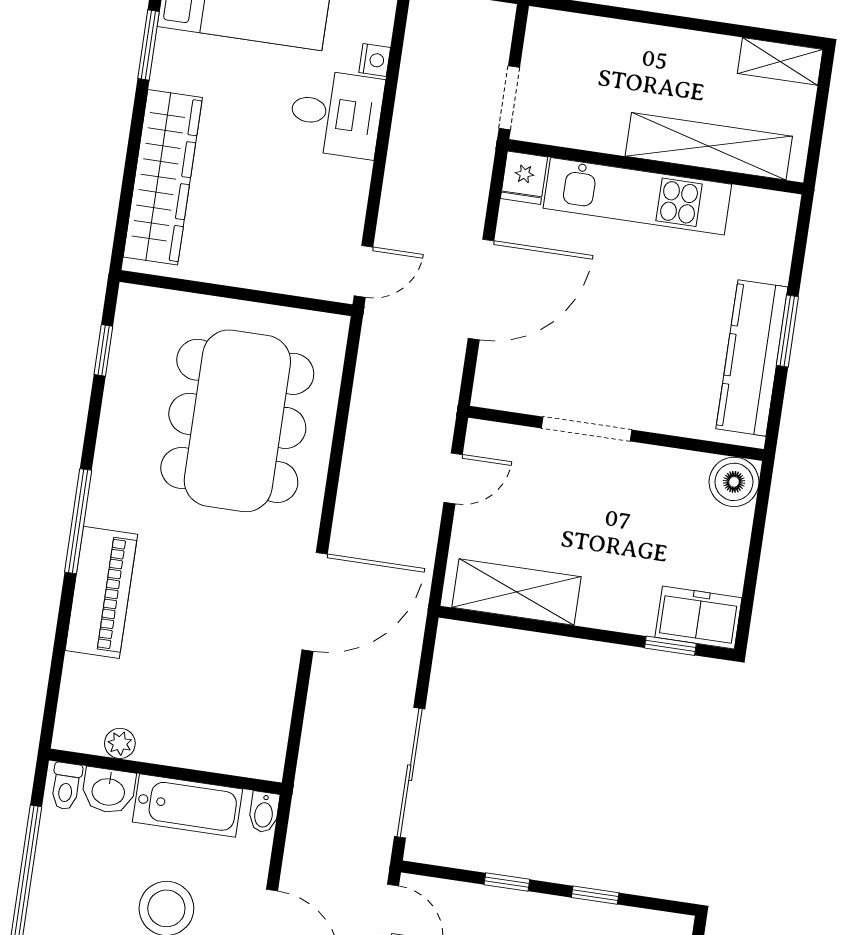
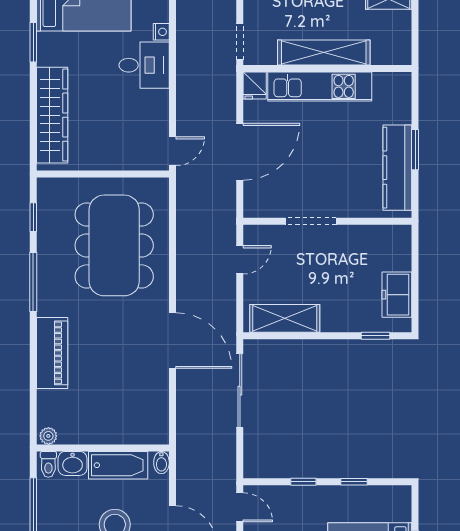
shelving: (709, 146) -> (324, 53), moved
boiler: (734, 482) -> (398, 239), removed
window: (78, 521) -> (33, 282), moved
door: (315, 602) -> (172, 341), hinge flipped
freezer: (698, 617) -> (397, 295), moved, turned -90
plant: (120, 743) -> (48, 436), moved
sliding door: (410, 773) -> (240, 391), moved

